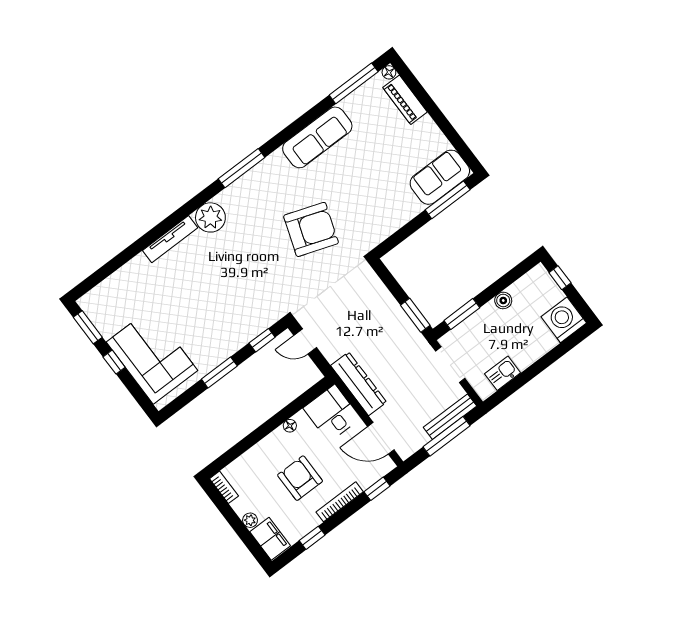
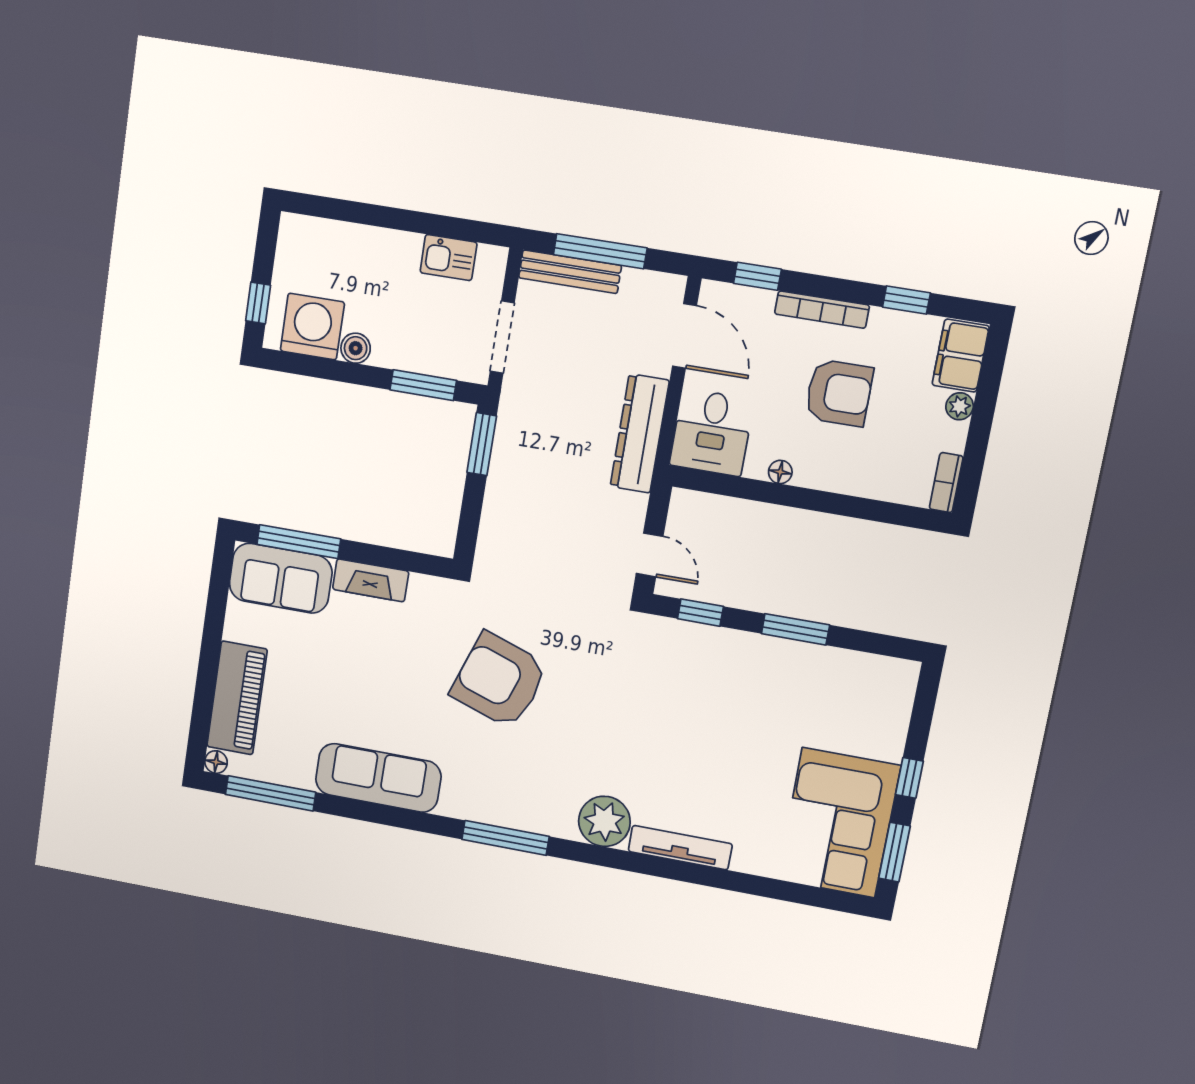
piano: (405, 100) -> (237, 698), width x1.37, depth x1.33
fireplace: (403, 215) -> (371, 580), added
washing machine: (564, 320) -> (312, 327), moved, turned 180
corner sofa: (152, 356) -> (839, 823), moved
armchair: (300, 478) -> (839, 393), turned -90

